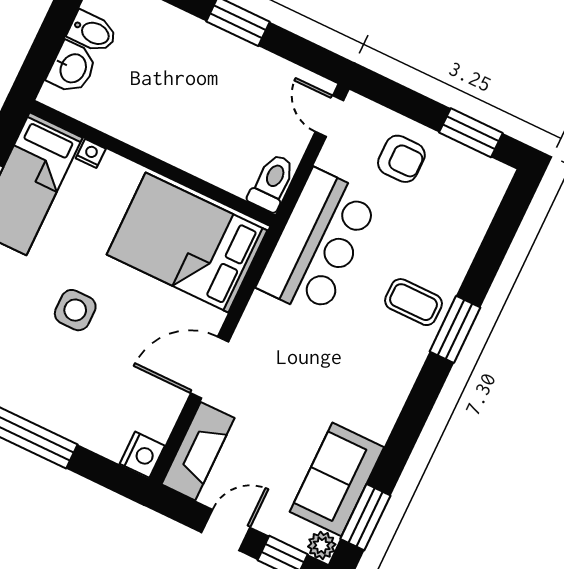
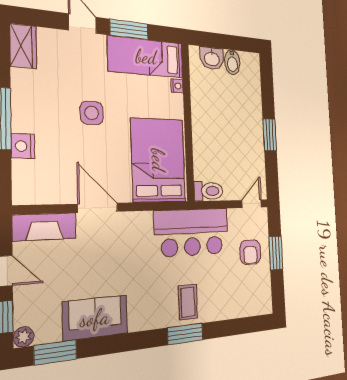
window: (471, 133) -> (276, 253), moved
nightstand: (142, 455) -> (23, 146), moved, turned 90
sofa: (337, 479) -> (95, 318), moved

